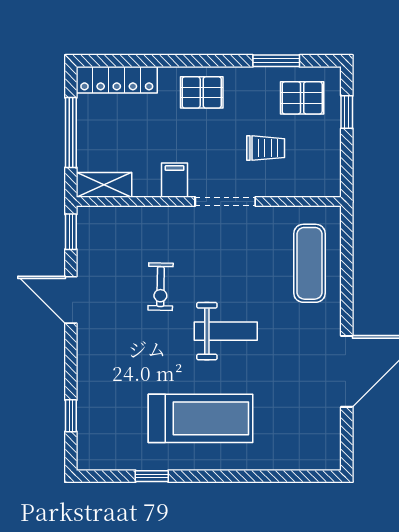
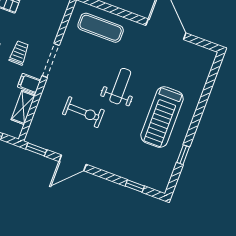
trolley: (266, 148) -> (19, 53), moved
shelving: (104, 185) -> (23, 107), moved
exercise bike: (161, 287) -> (83, 112), width x1.38, depth x1.39
treadmill: (201, 418) -> (162, 117), turned 180

